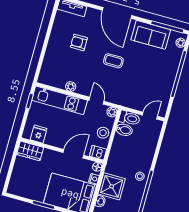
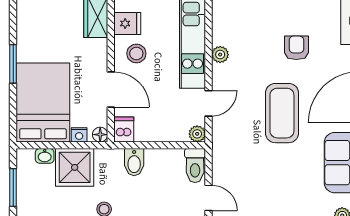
coffee table: (113, 61) -> (282, 113), width x1.86, depth x1.72
bidet: (124, 130) -> (134, 162), moved
stool: (103, 133) -> (136, 53), moved

